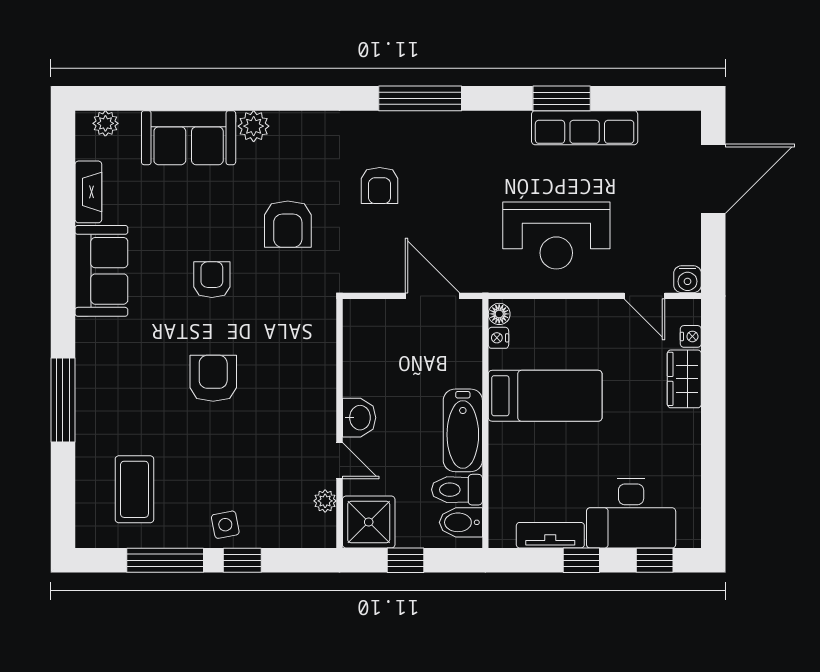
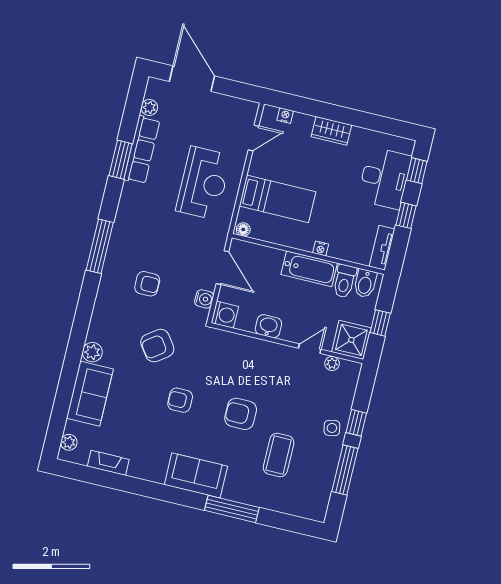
plant: (653, 123) -> (149, 107), added
armchair: (288, 224) -> (157, 346), turned 144
sofa: (101, 271) -> (196, 475), moved
water cooler: (687, 279) -> (204, 299), moved
door: (432, 296) -> (222, 268), swing flipped
washing machine: (361, 317) -> (225, 315), added
nightstand: (498, 338) -> (321, 249), moved
wardrobe: (684, 379) -> (331, 131), moved
bed: (545, 396) -> (278, 199), moved, turned 90
washbasin: (359, 418) -> (268, 326), moved
coffee table: (134, 489) -> (279, 455), moved, turned 90
tv unit: (550, 535) -> (382, 248), moved

